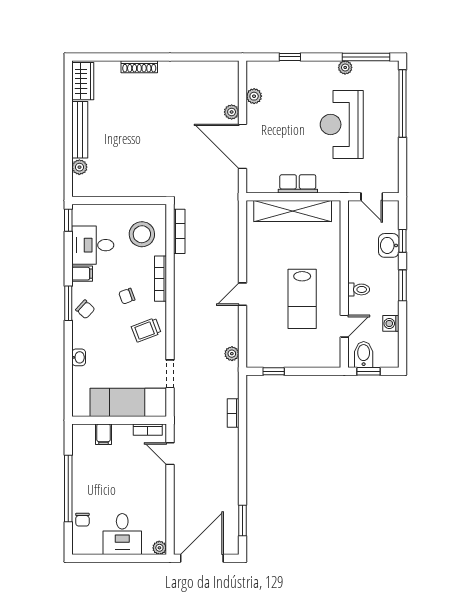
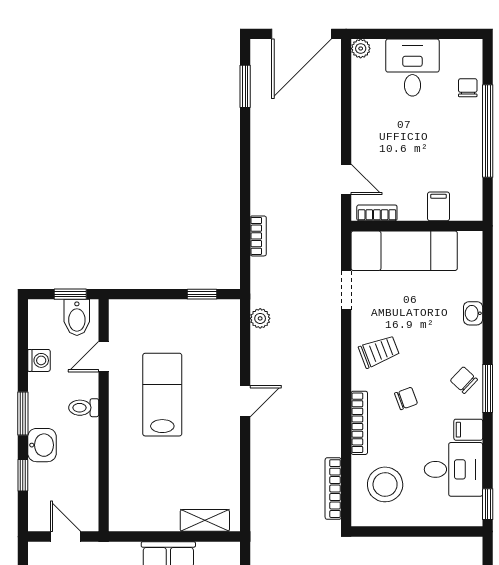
shelving: (293, 211) -> (205, 520), width x0.45, depth x0.75
washbasin: (389, 245) -> (42, 445), moved

